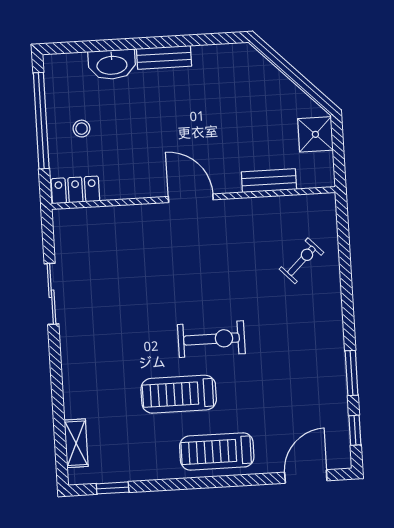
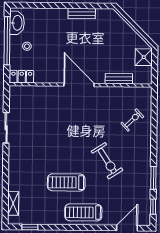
bench: (164, 57) -> (82, 14), moved
washbasin: (112, 64) -> (17, 23), moved, turned -90
door: (191, 198) -> (79, 85), width x1.36
exercise bike: (211, 339) -> (107, 161), moved, turned 57

